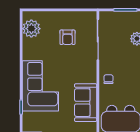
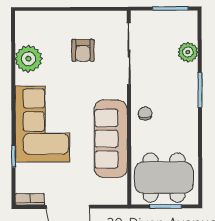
plant: (31, 29) -> (28, 59), moved
sofa: (86, 103) -> (111, 139), width x1.36

